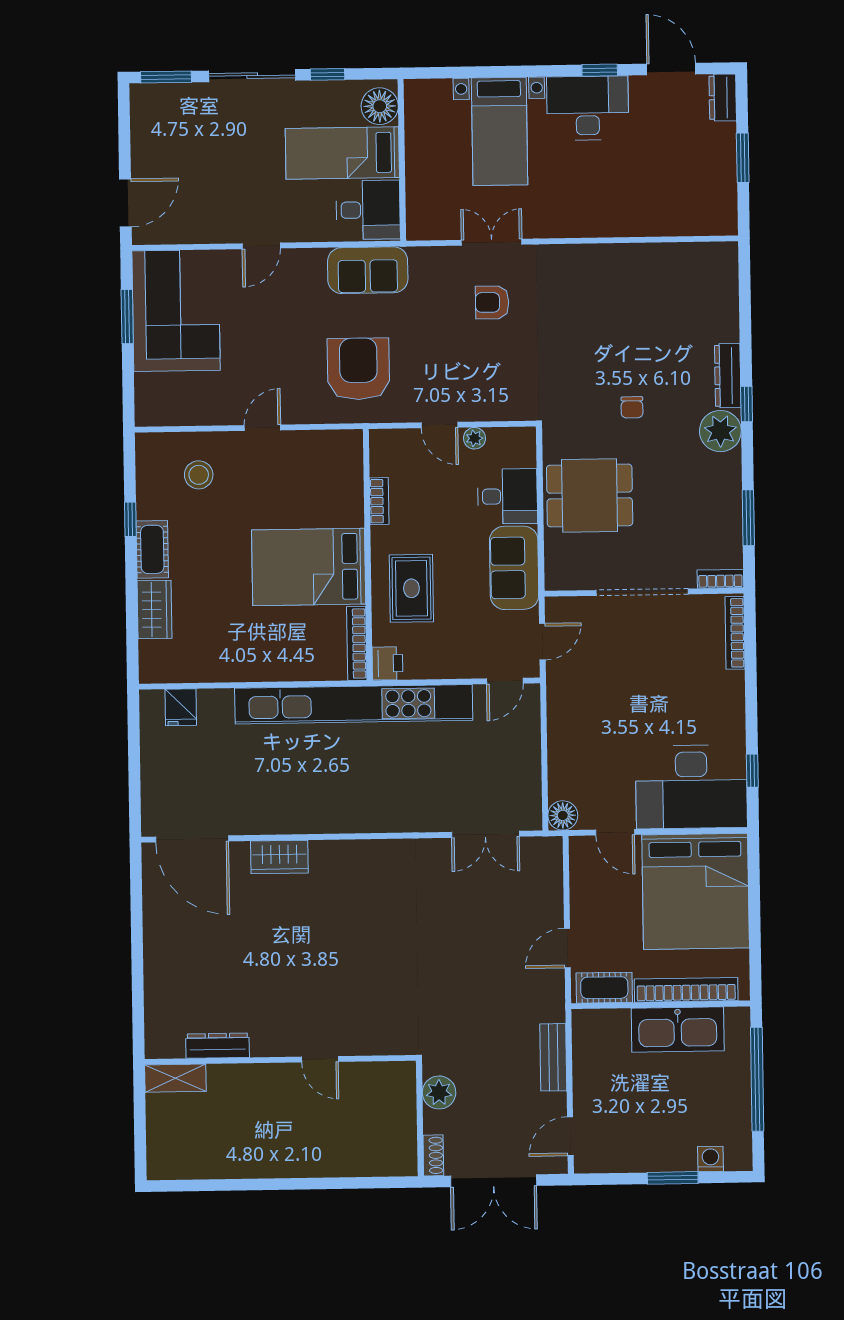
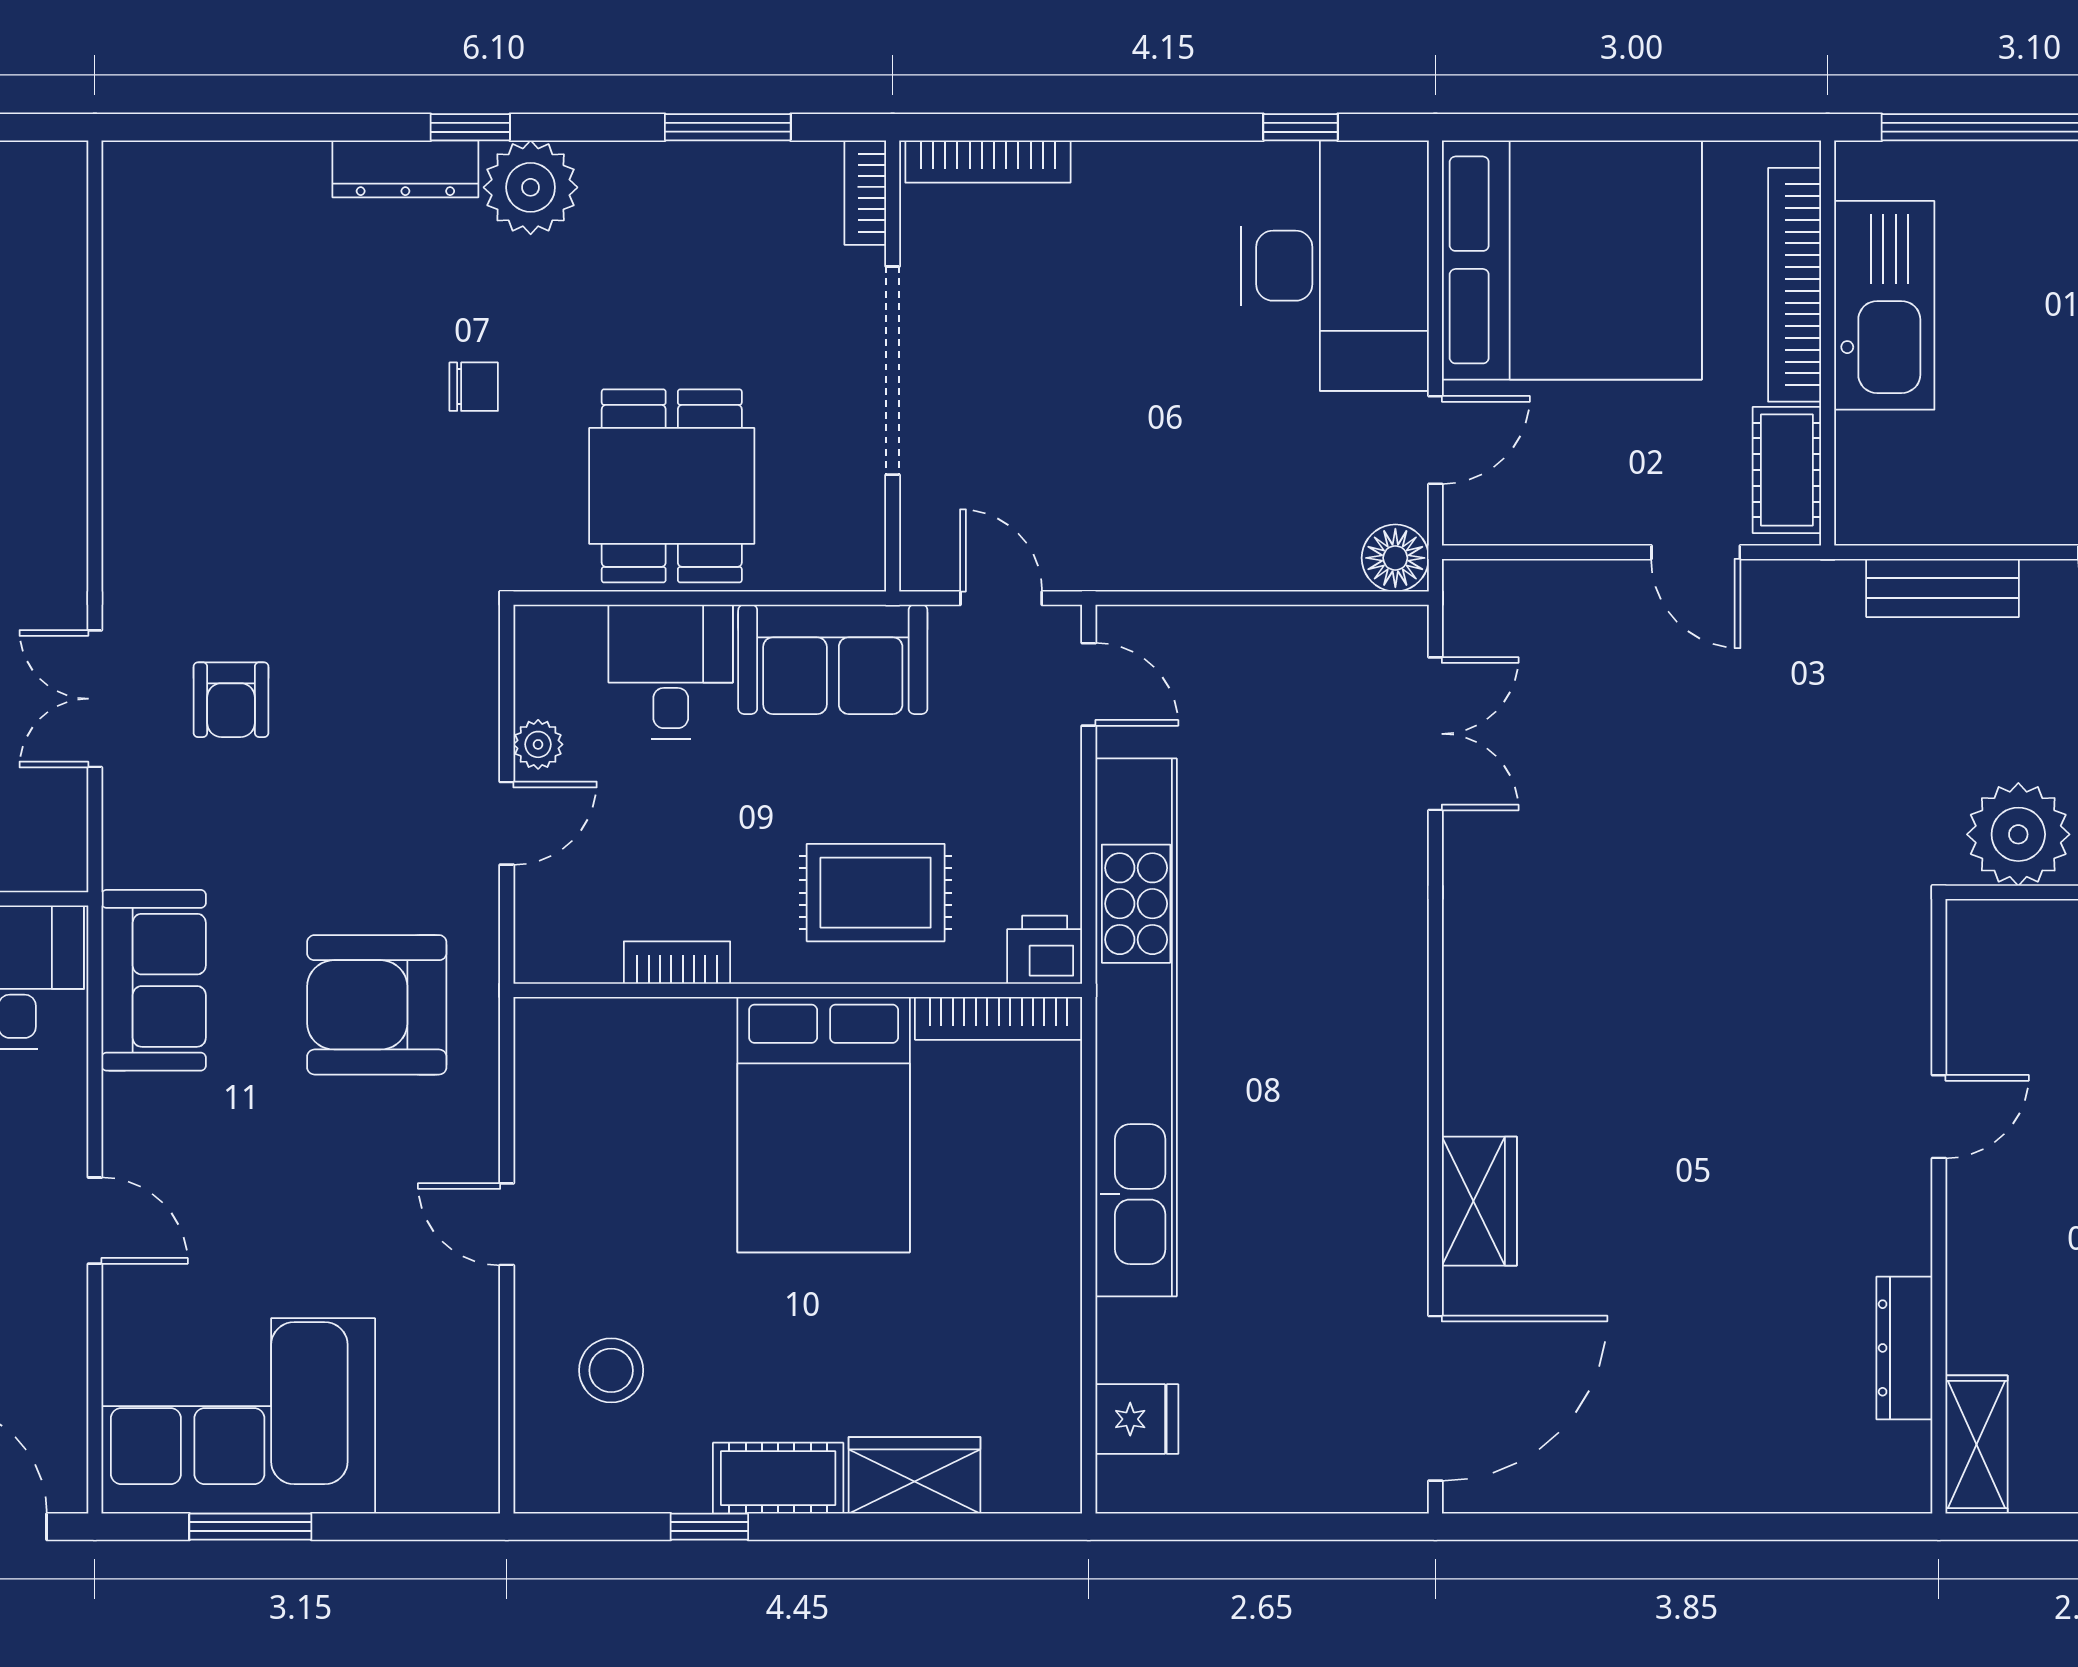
plant: (439, 1092) -> (2018, 834), width x1.36, depth x1.36

